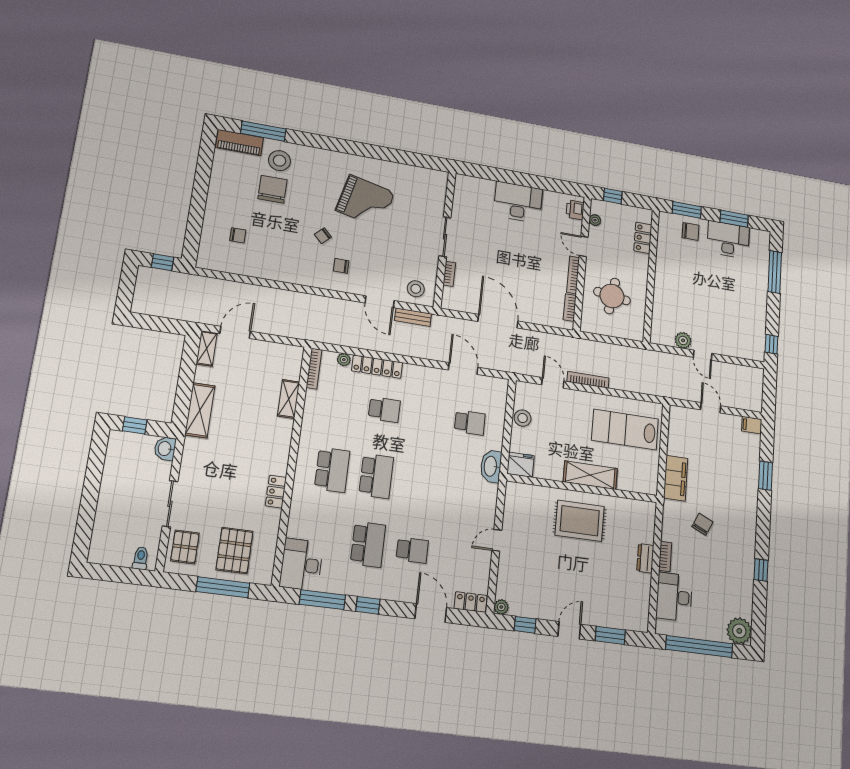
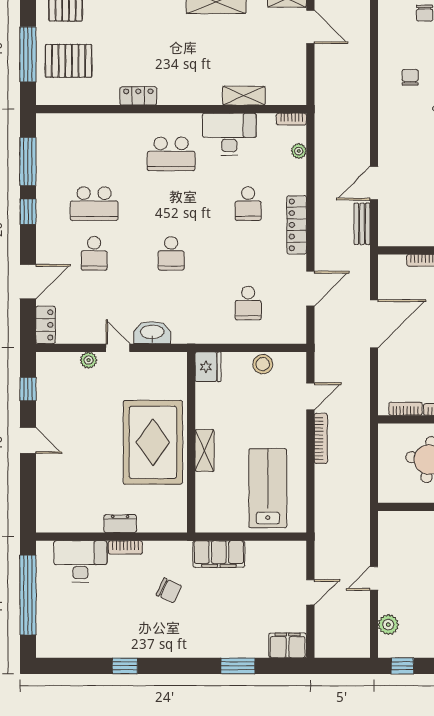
chair: (341, 266) -> (410, 77), moved
stool: (416, 289) -> (397, 223), removed
plant: (683, 340) -> (388, 625), moved
locker: (377, 367) -> (297, 225), moved
bookcase: (314, 369) -> (291, 119), width x0.64
filing cabinet: (752, 425) -> (288, 645), width x2.00
washbasin: (491, 466) -> (152, 333), moved
shelving: (590, 475) -> (205, 450), width x0.67, depth x0.75
school desk: (376, 476) -> (171, 253), moved, width x0.54
rug: (580, 521) -> (153, 442), width x1.37, depth x1.44
desk: (301, 565) -> (229, 134), moved
plant: (501, 607) -> (89, 360), moved
plant: (739, 631) -> (51, 643), removed
window: (610, 635) -> (28, 489), removed

